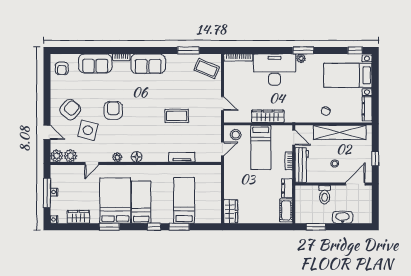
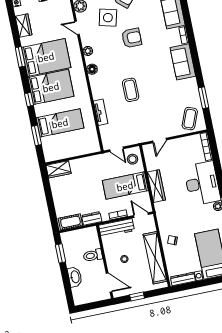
coffee table: (177, 116) -> (131, 90), moved
door: (294, 138) -> (141, 215), swing flipped
bed: (141, 202) -> (51, 87), width x1.50
window: (179, 227) -> (36, 135), moved

